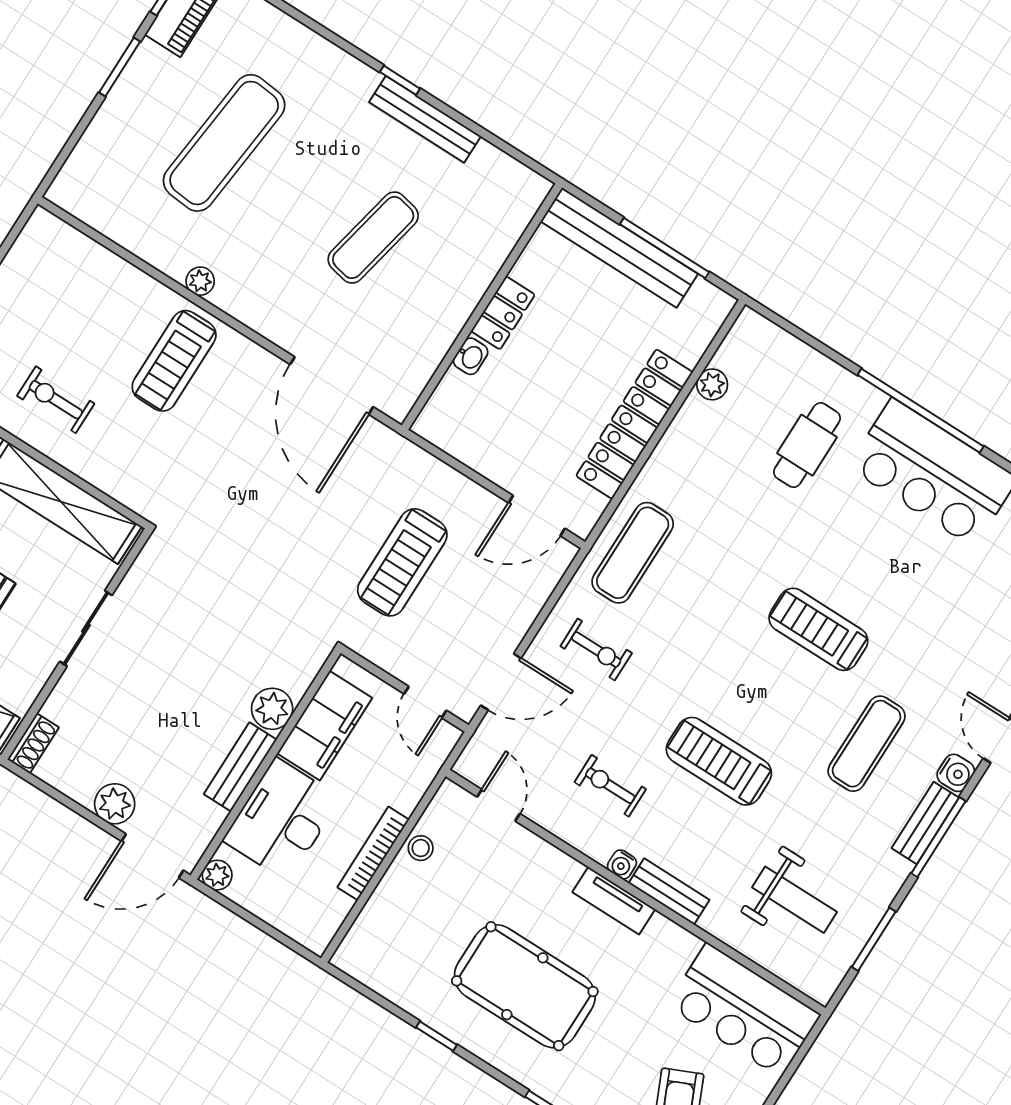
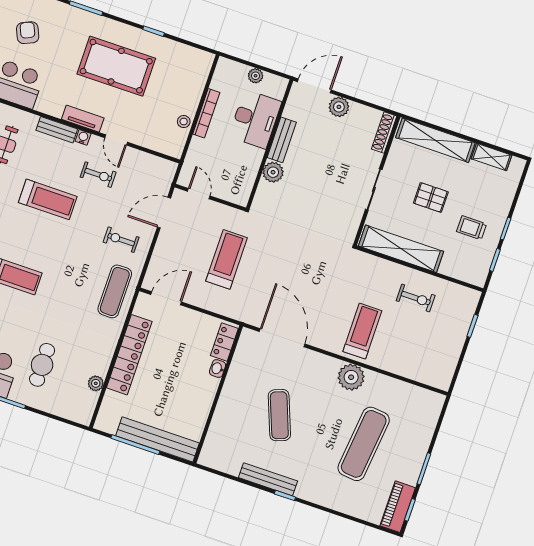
exercise mat: (373, 238) -> (279, 415), turned -33
plant: (200, 281) -> (351, 377), width x1.88, depth x1.88
locker: (503, 313) -> (224, 342), moved
filing cabinet: (325, 726) -> (245, 170), removed
shoe rack: (33, 743) -> (384, 133), width x1.43
door: (499, 805) -> (116, 140), moved
plant: (217, 875) -> (256, 76), moved

